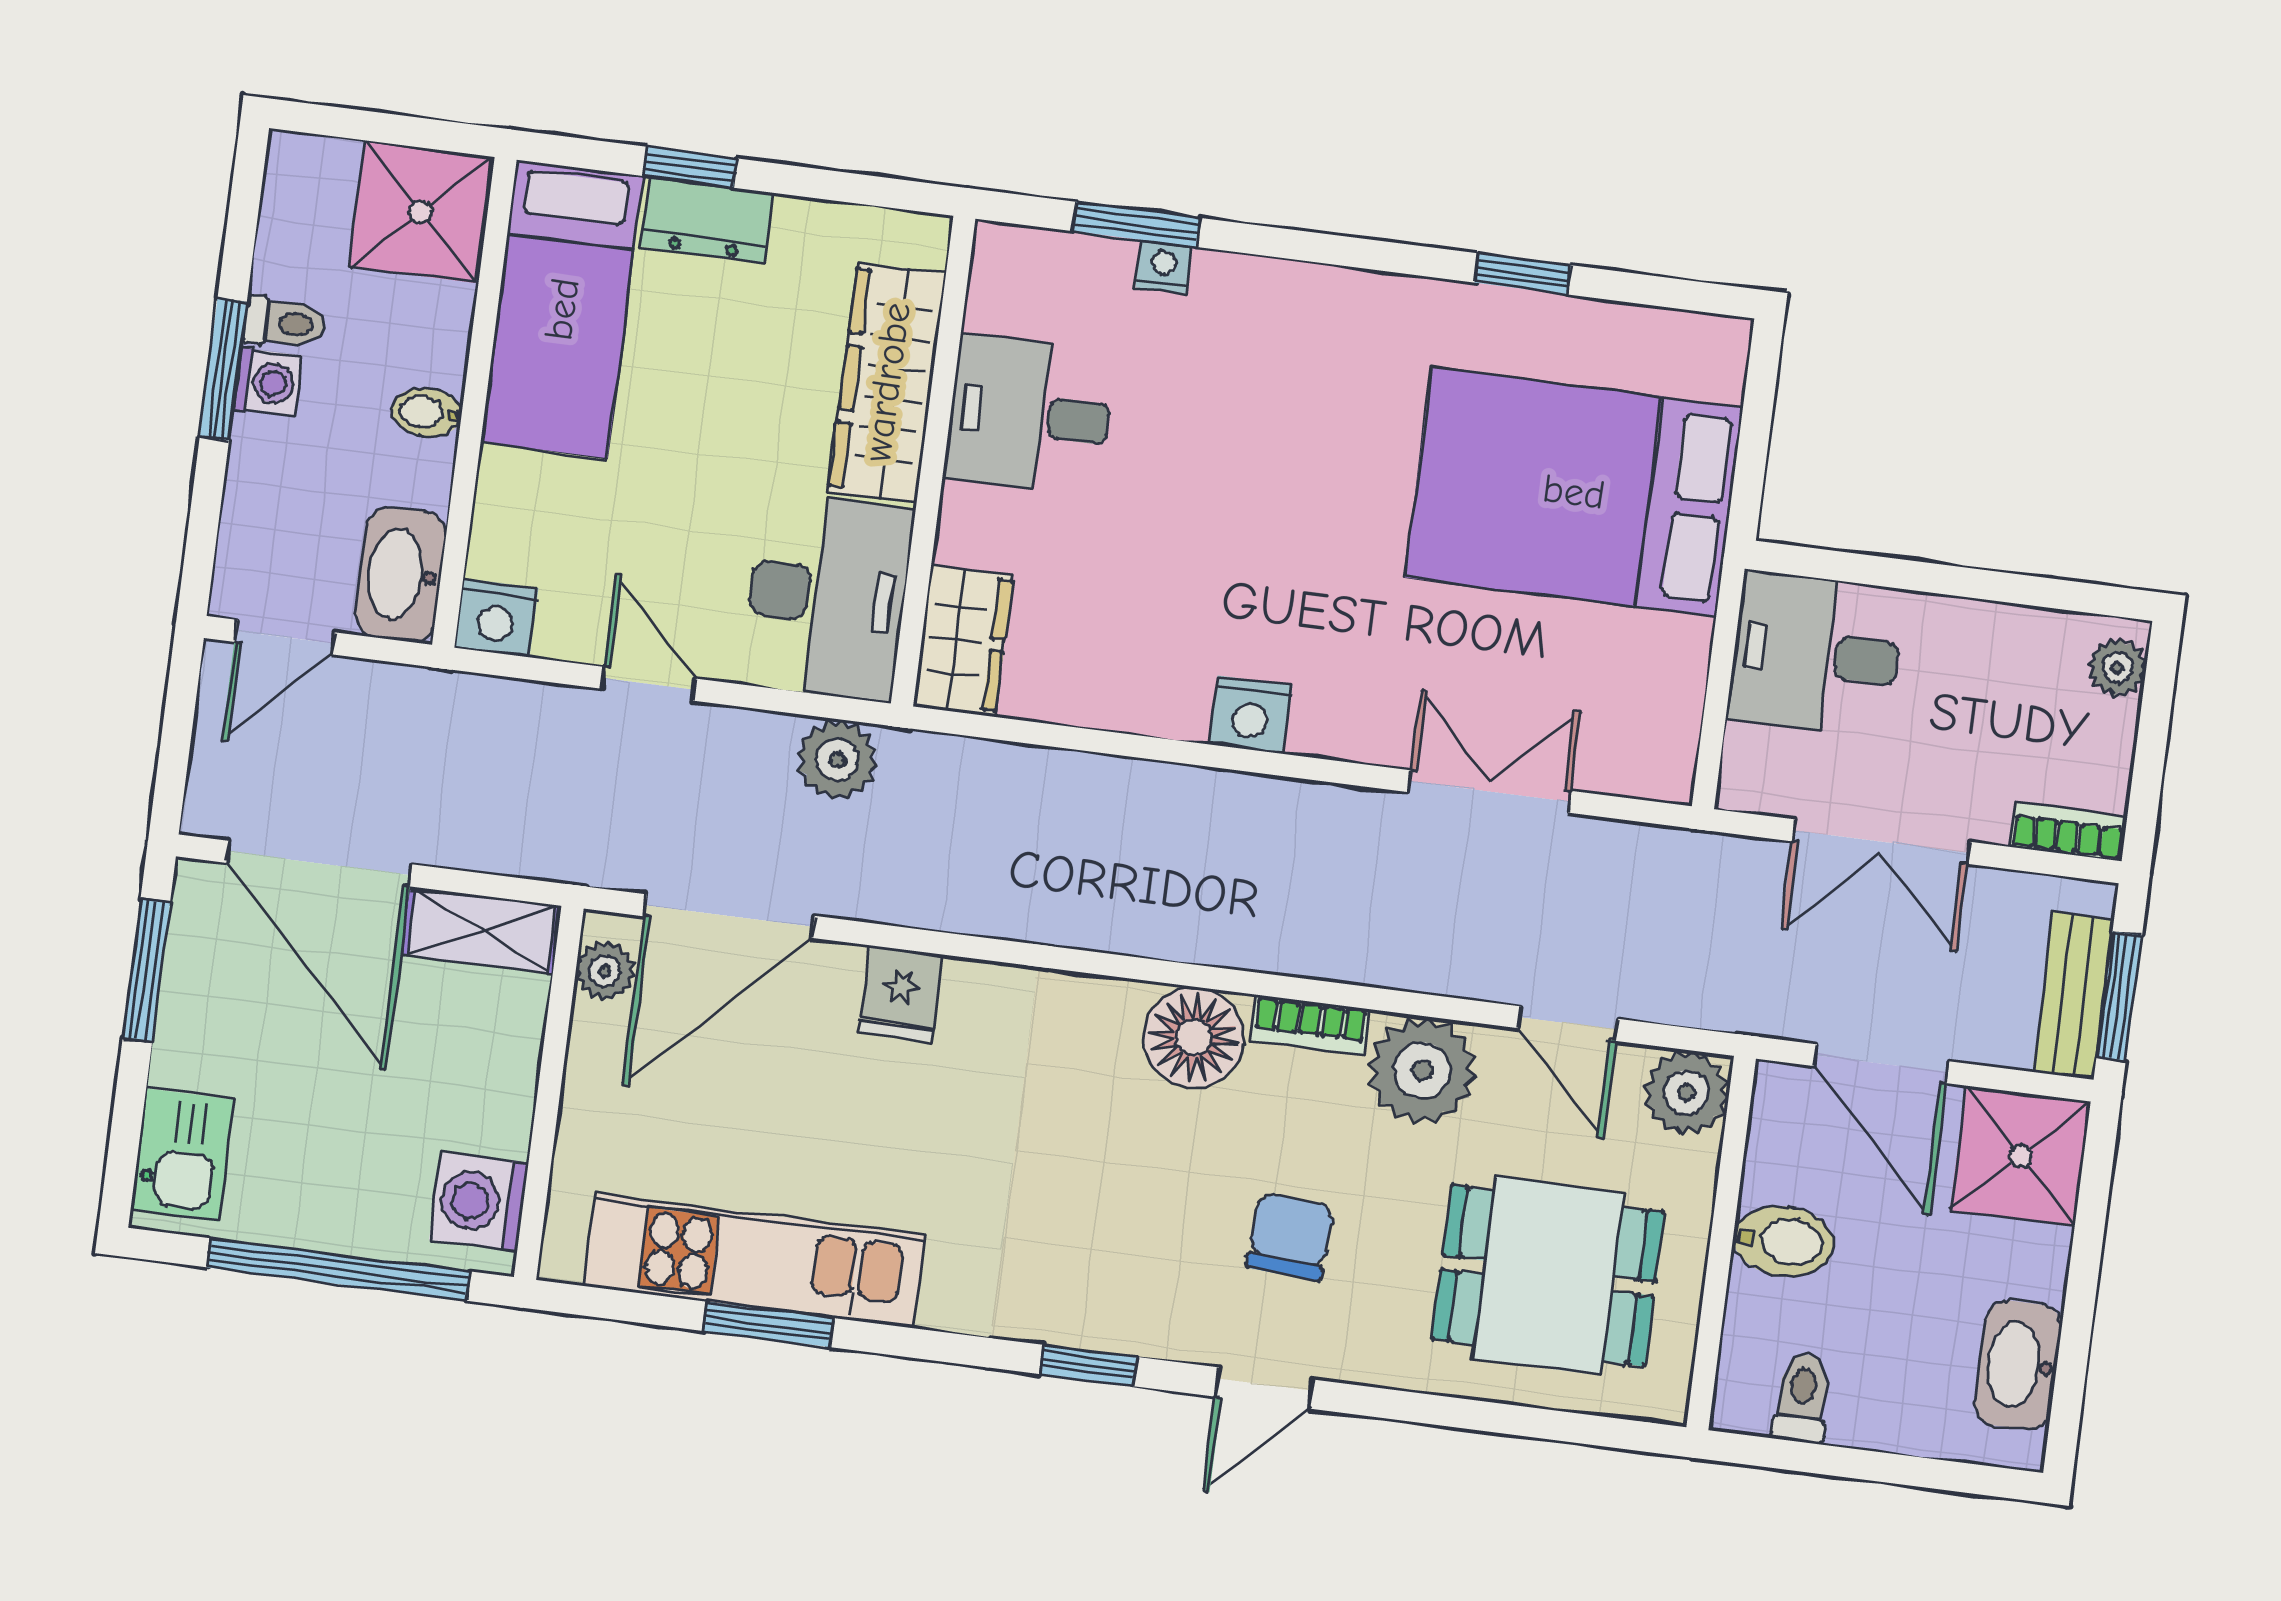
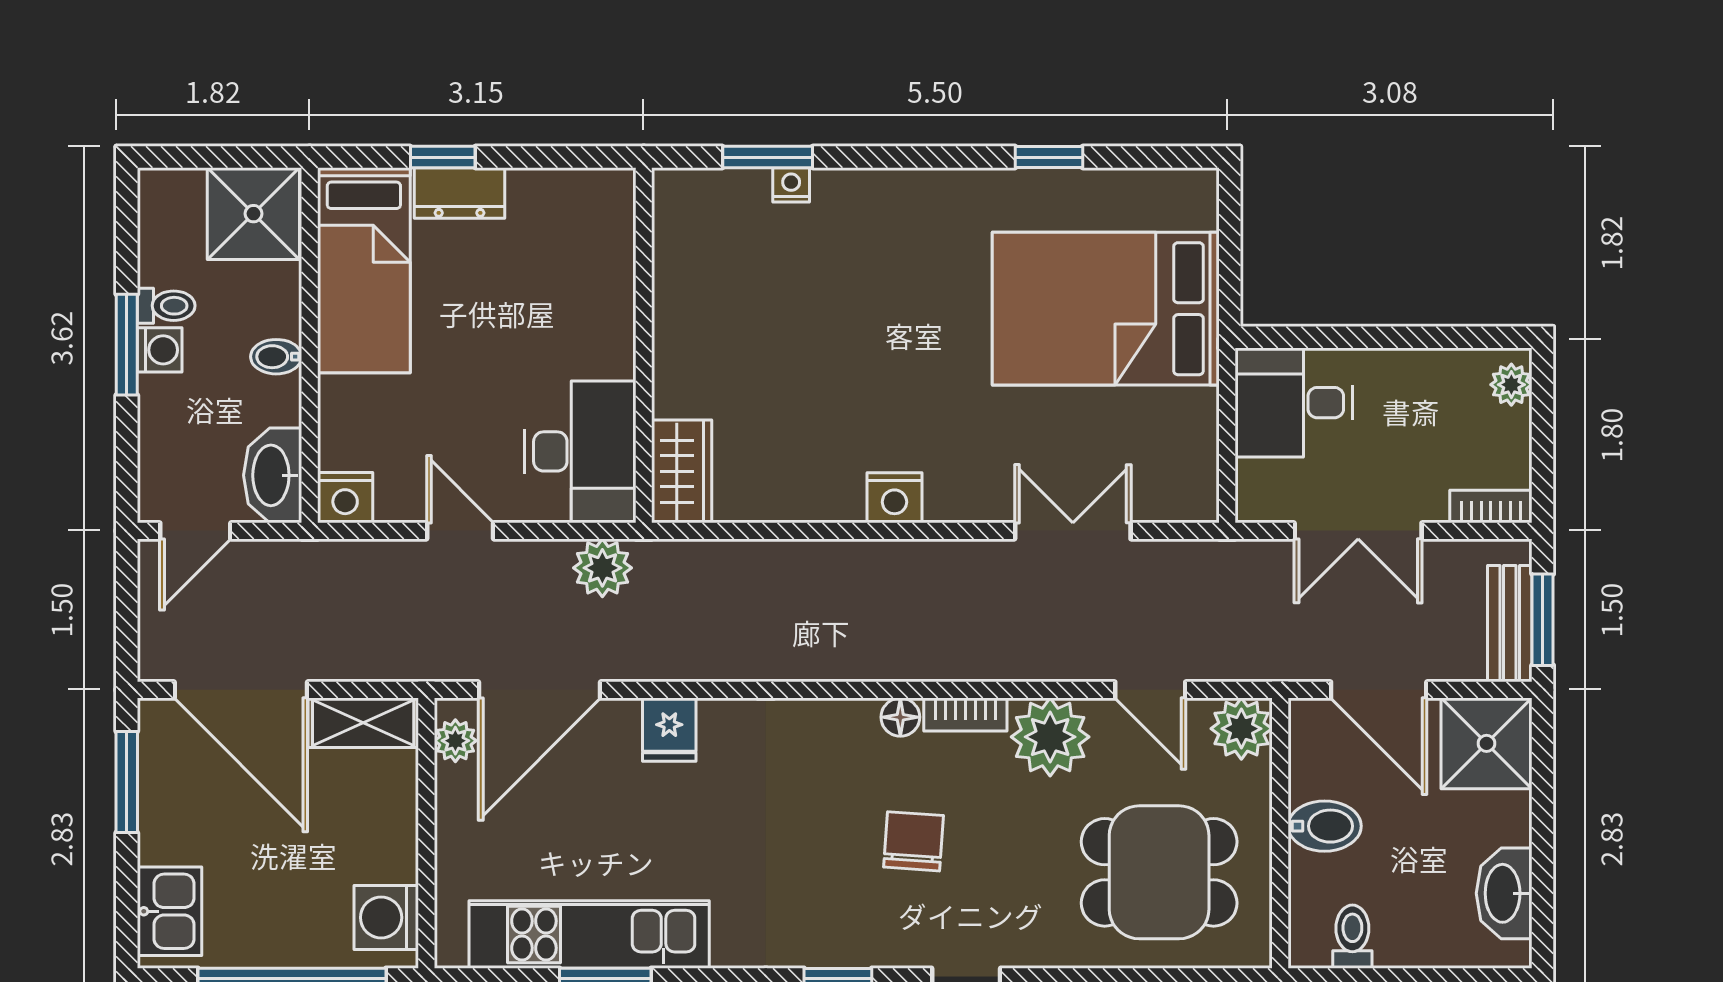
wardrobe: (887, 382) -> (604, 293), removed
desk: (1030, 415) -> (709, 303), removed
floor lamp: (1194, 1037) -> (900, 717), width x0.53, depth x0.53
chair: (1290, 1237) -> (914, 841), moved

